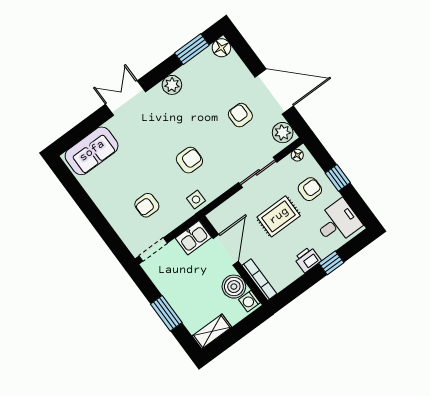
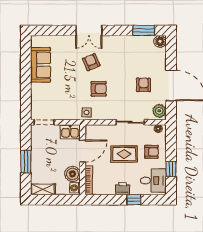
plant: (172, 85) -> (119, 42), removed
double door: (126, 98) -> (89, 30), swing flipped
sofa: (92, 151) -> (41, 65), moved, turned -90
window: (338, 178) -> (171, 169), moved
armchair: (147, 205) -> (91, 62), moved, turned 67

